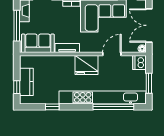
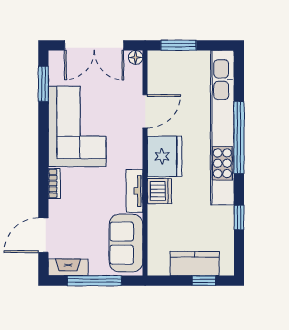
door: (112, 54) -> (145, 111), swing flipped
dishwasher: (139, 63) -> (159, 191), moved, turned -90
window: (149, 83) -> (179, 45), moved
window: (113, 107) -> (239, 137), moved

